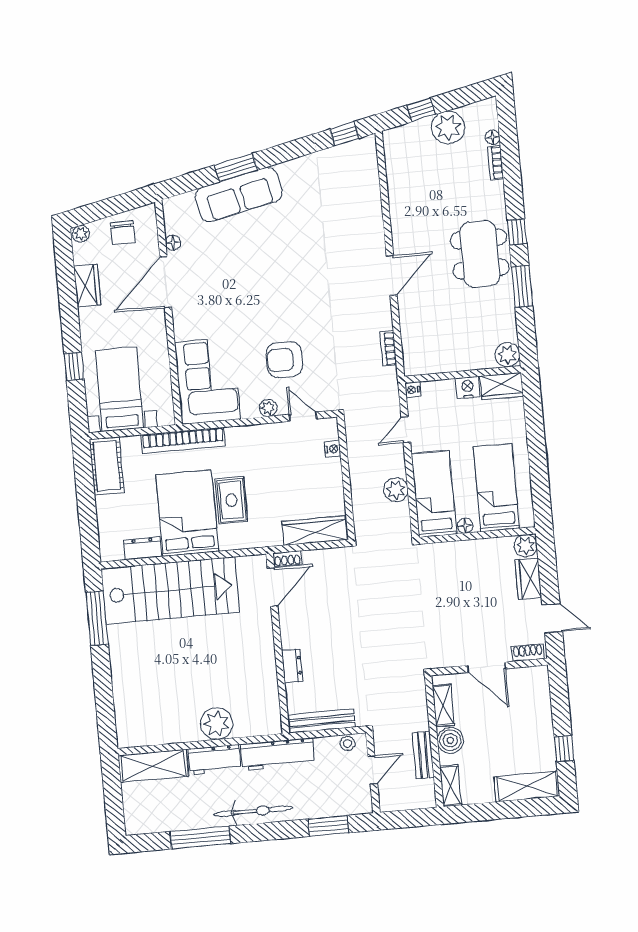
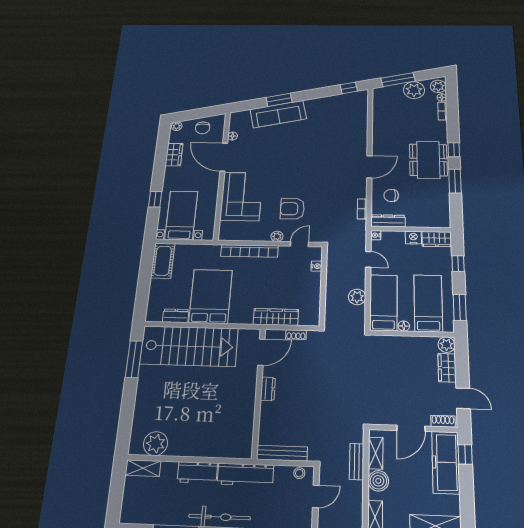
window: (421, 110) -> (398, 80), width x2.17
door: (166, 282) -> (224, 157), hinge flipped
chair: (429, 321) -> (391, 195), added
plant: (507, 355) -> (438, 86), moved
dresser: (428, 364) -> (388, 221), added
corner sofa: (208, 381) -> (241, 196), moved
door: (303, 417) -> (299, 244), hinge flipped
window: (534, 422) -> (458, 264), added
door: (406, 430) -> (368, 259), swing flipped
bookcase: (183, 440) -> (249, 251), moved
window: (540, 489) -> (460, 308), added
rug: (231, 500) -> (242, 291), removed
wardrobe: (315, 531) -> (276, 317), moved
shoe rack: (287, 559) -> (296, 335), moved
dresser: (292, 666) -> (268, 389), moved
door: (486, 667) -> (411, 428), hinge flipped
freezer: (535, 706) -> (446, 462), added
plant: (217, 724) -> (155, 444), moved
window: (564, 749) -> (465, 454), moved
bench: (423, 755) -> (357, 462), moved
shelving: (153, 766) -> (143, 468), width x0.67, depth x0.75

